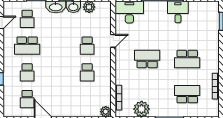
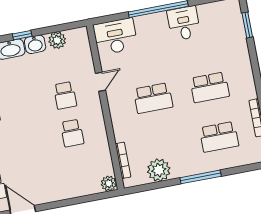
school desk: (147, 59) -> (153, 98), turned 180
school desk: (187, 94) -> (219, 137), turned 180

